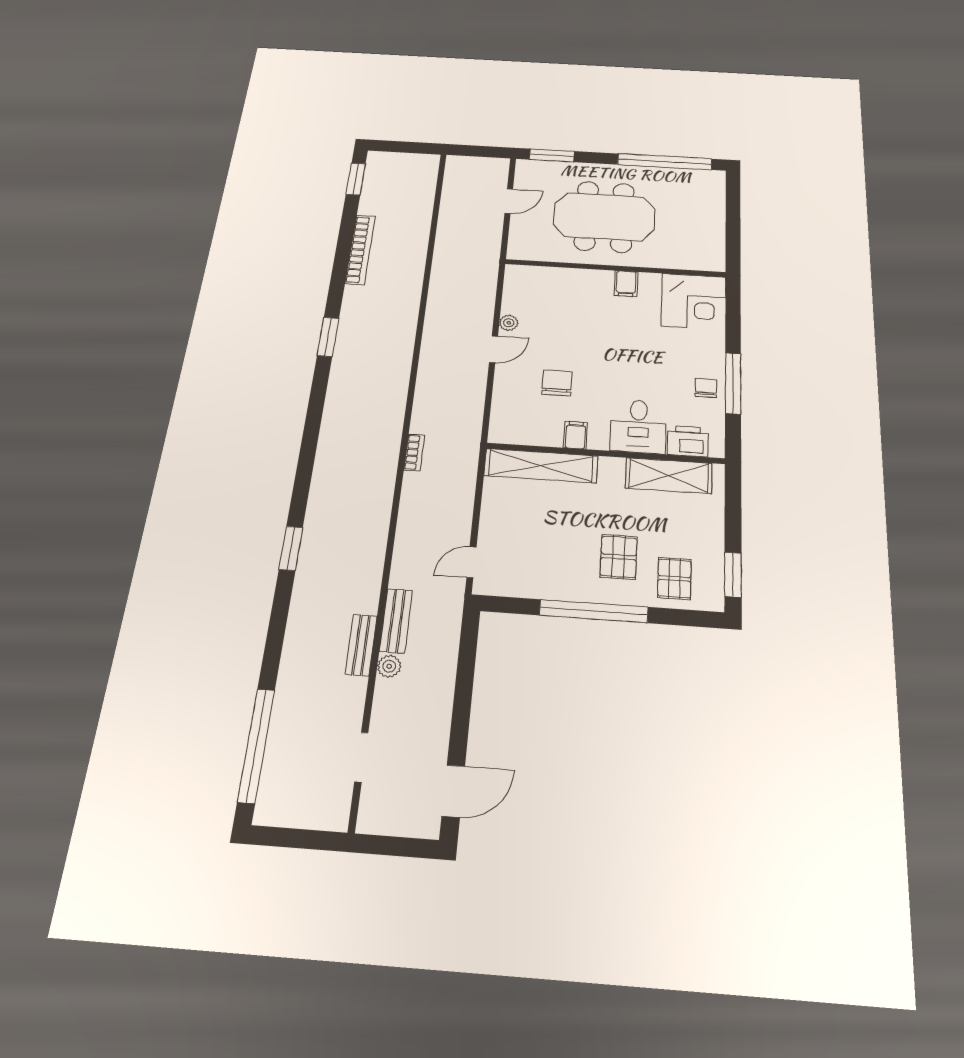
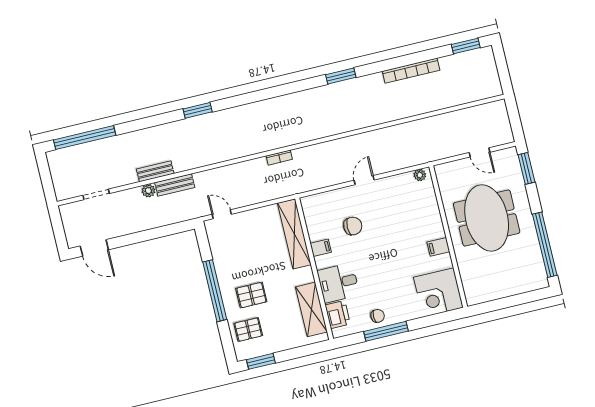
plant: (509, 323) -> (420, 175), moved
door: (493, 349) -> (364, 180), swing flipped

